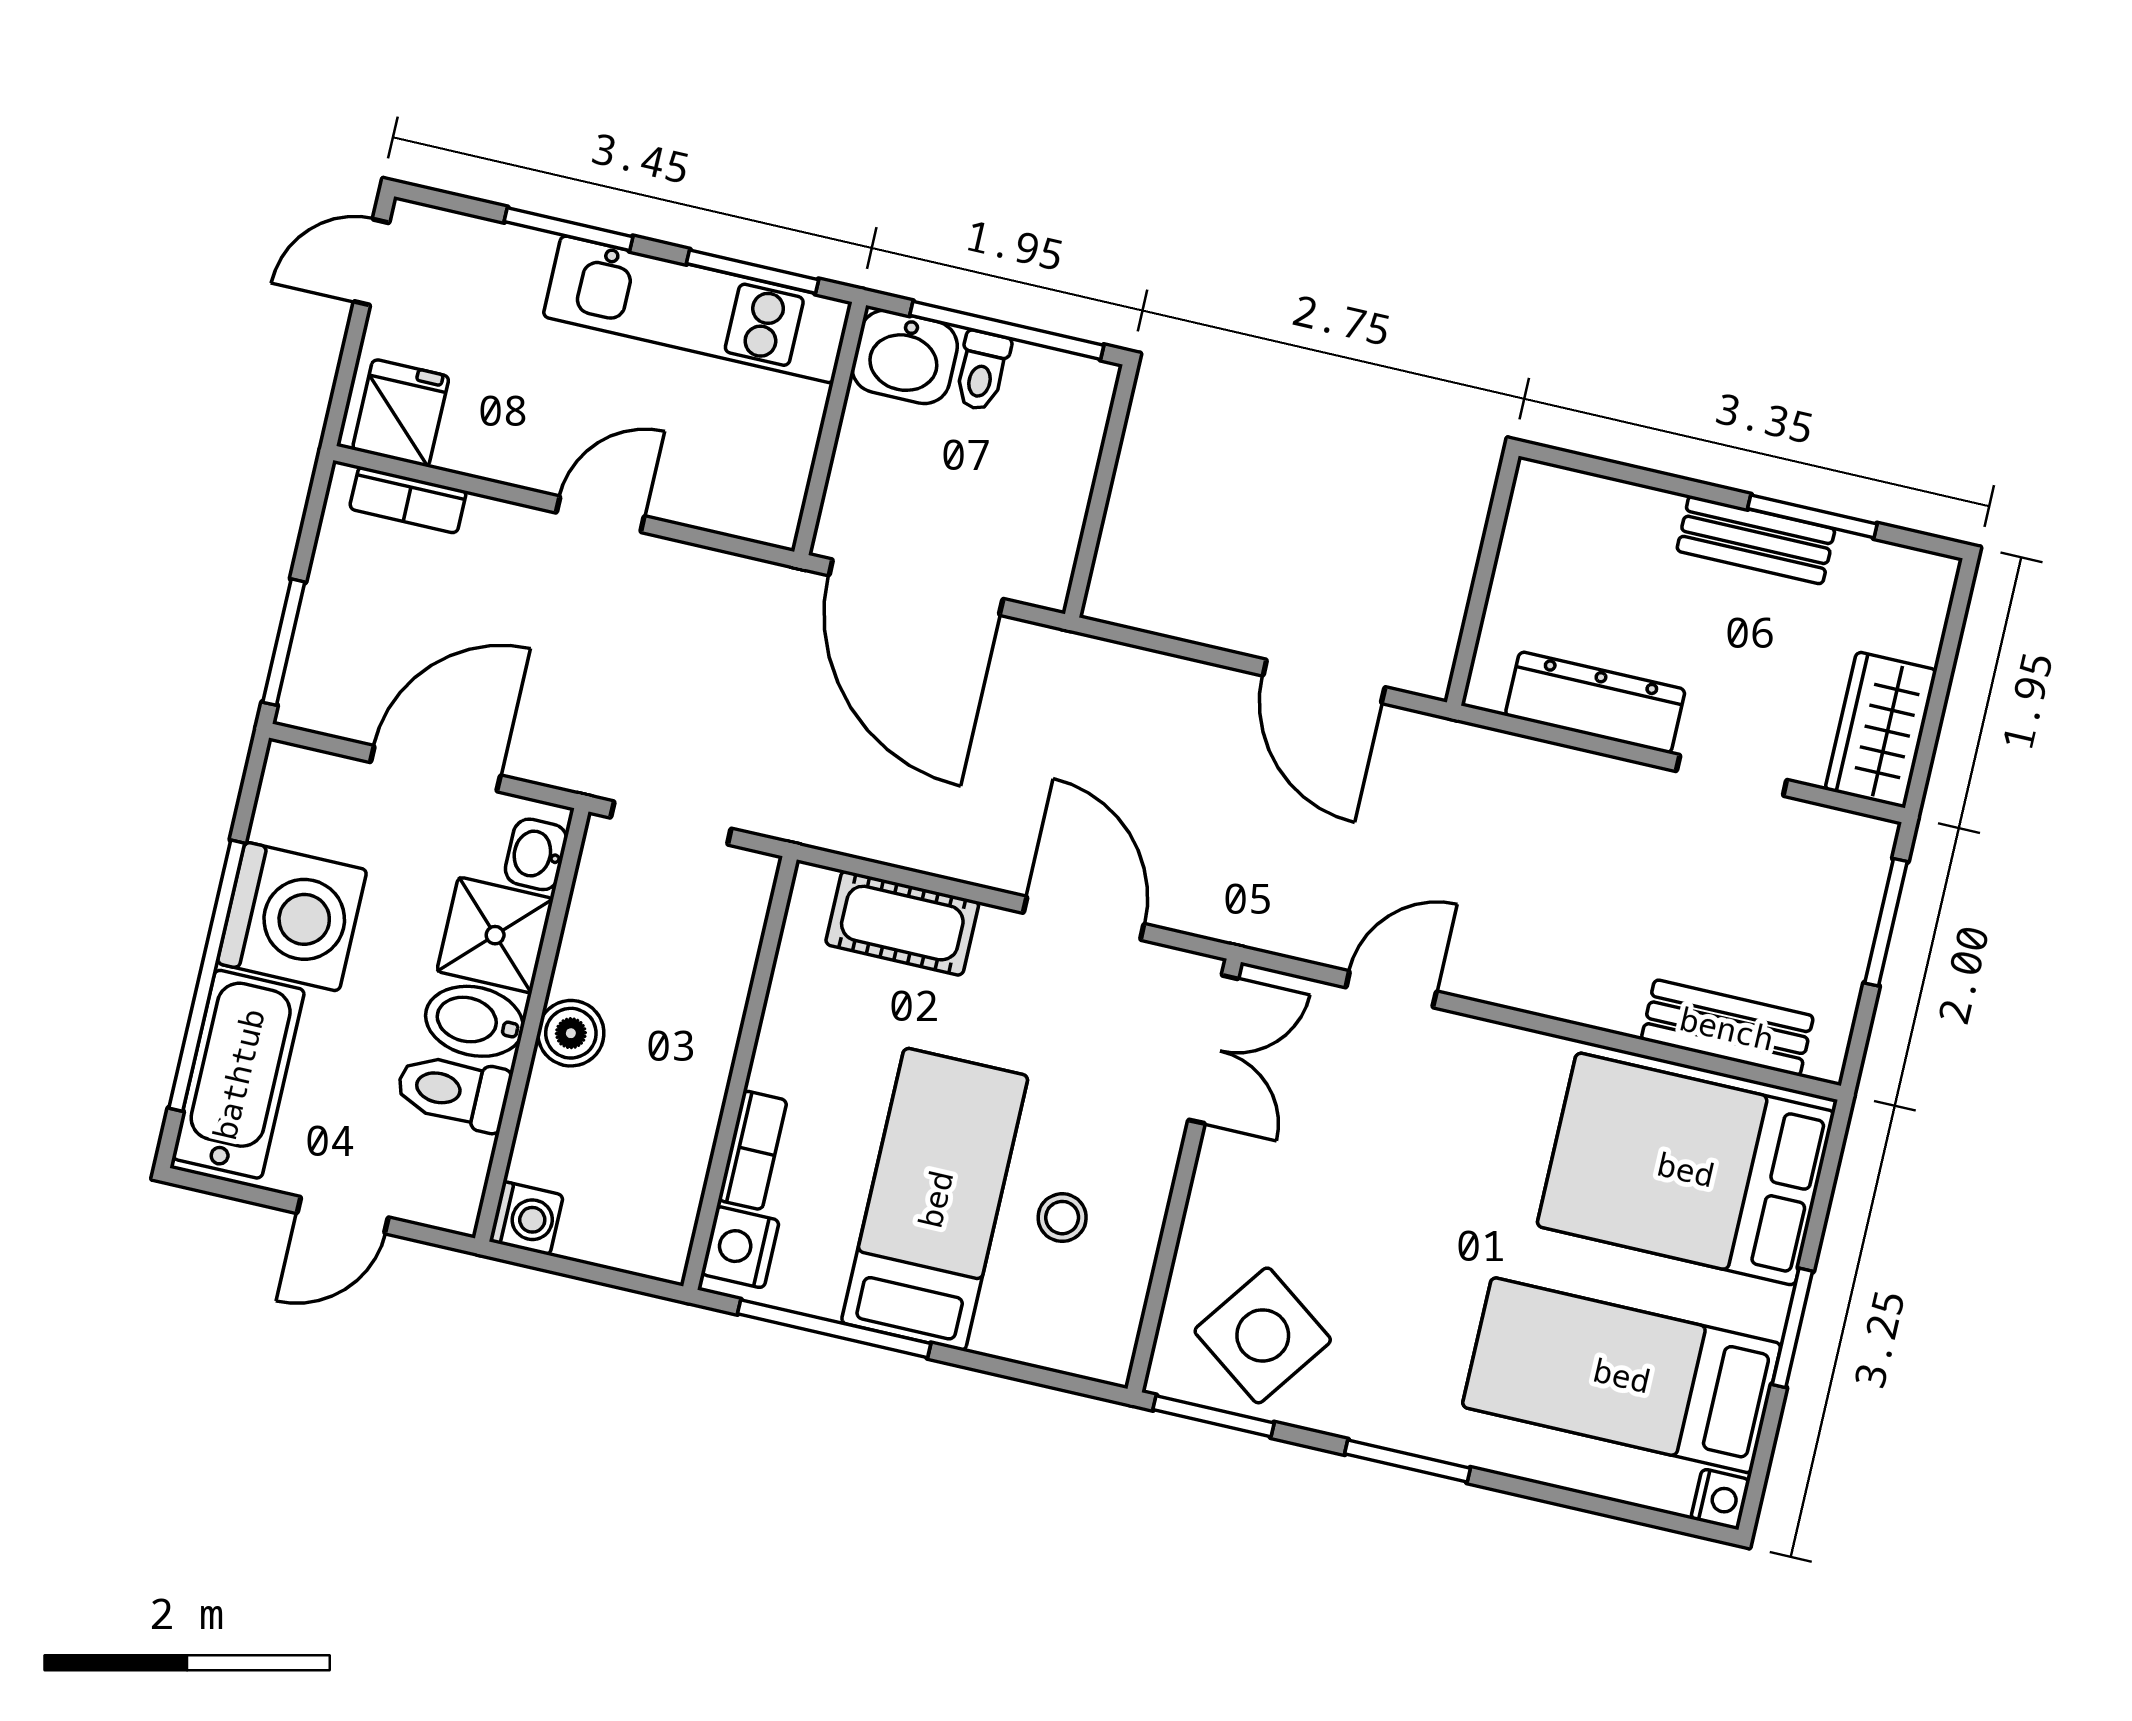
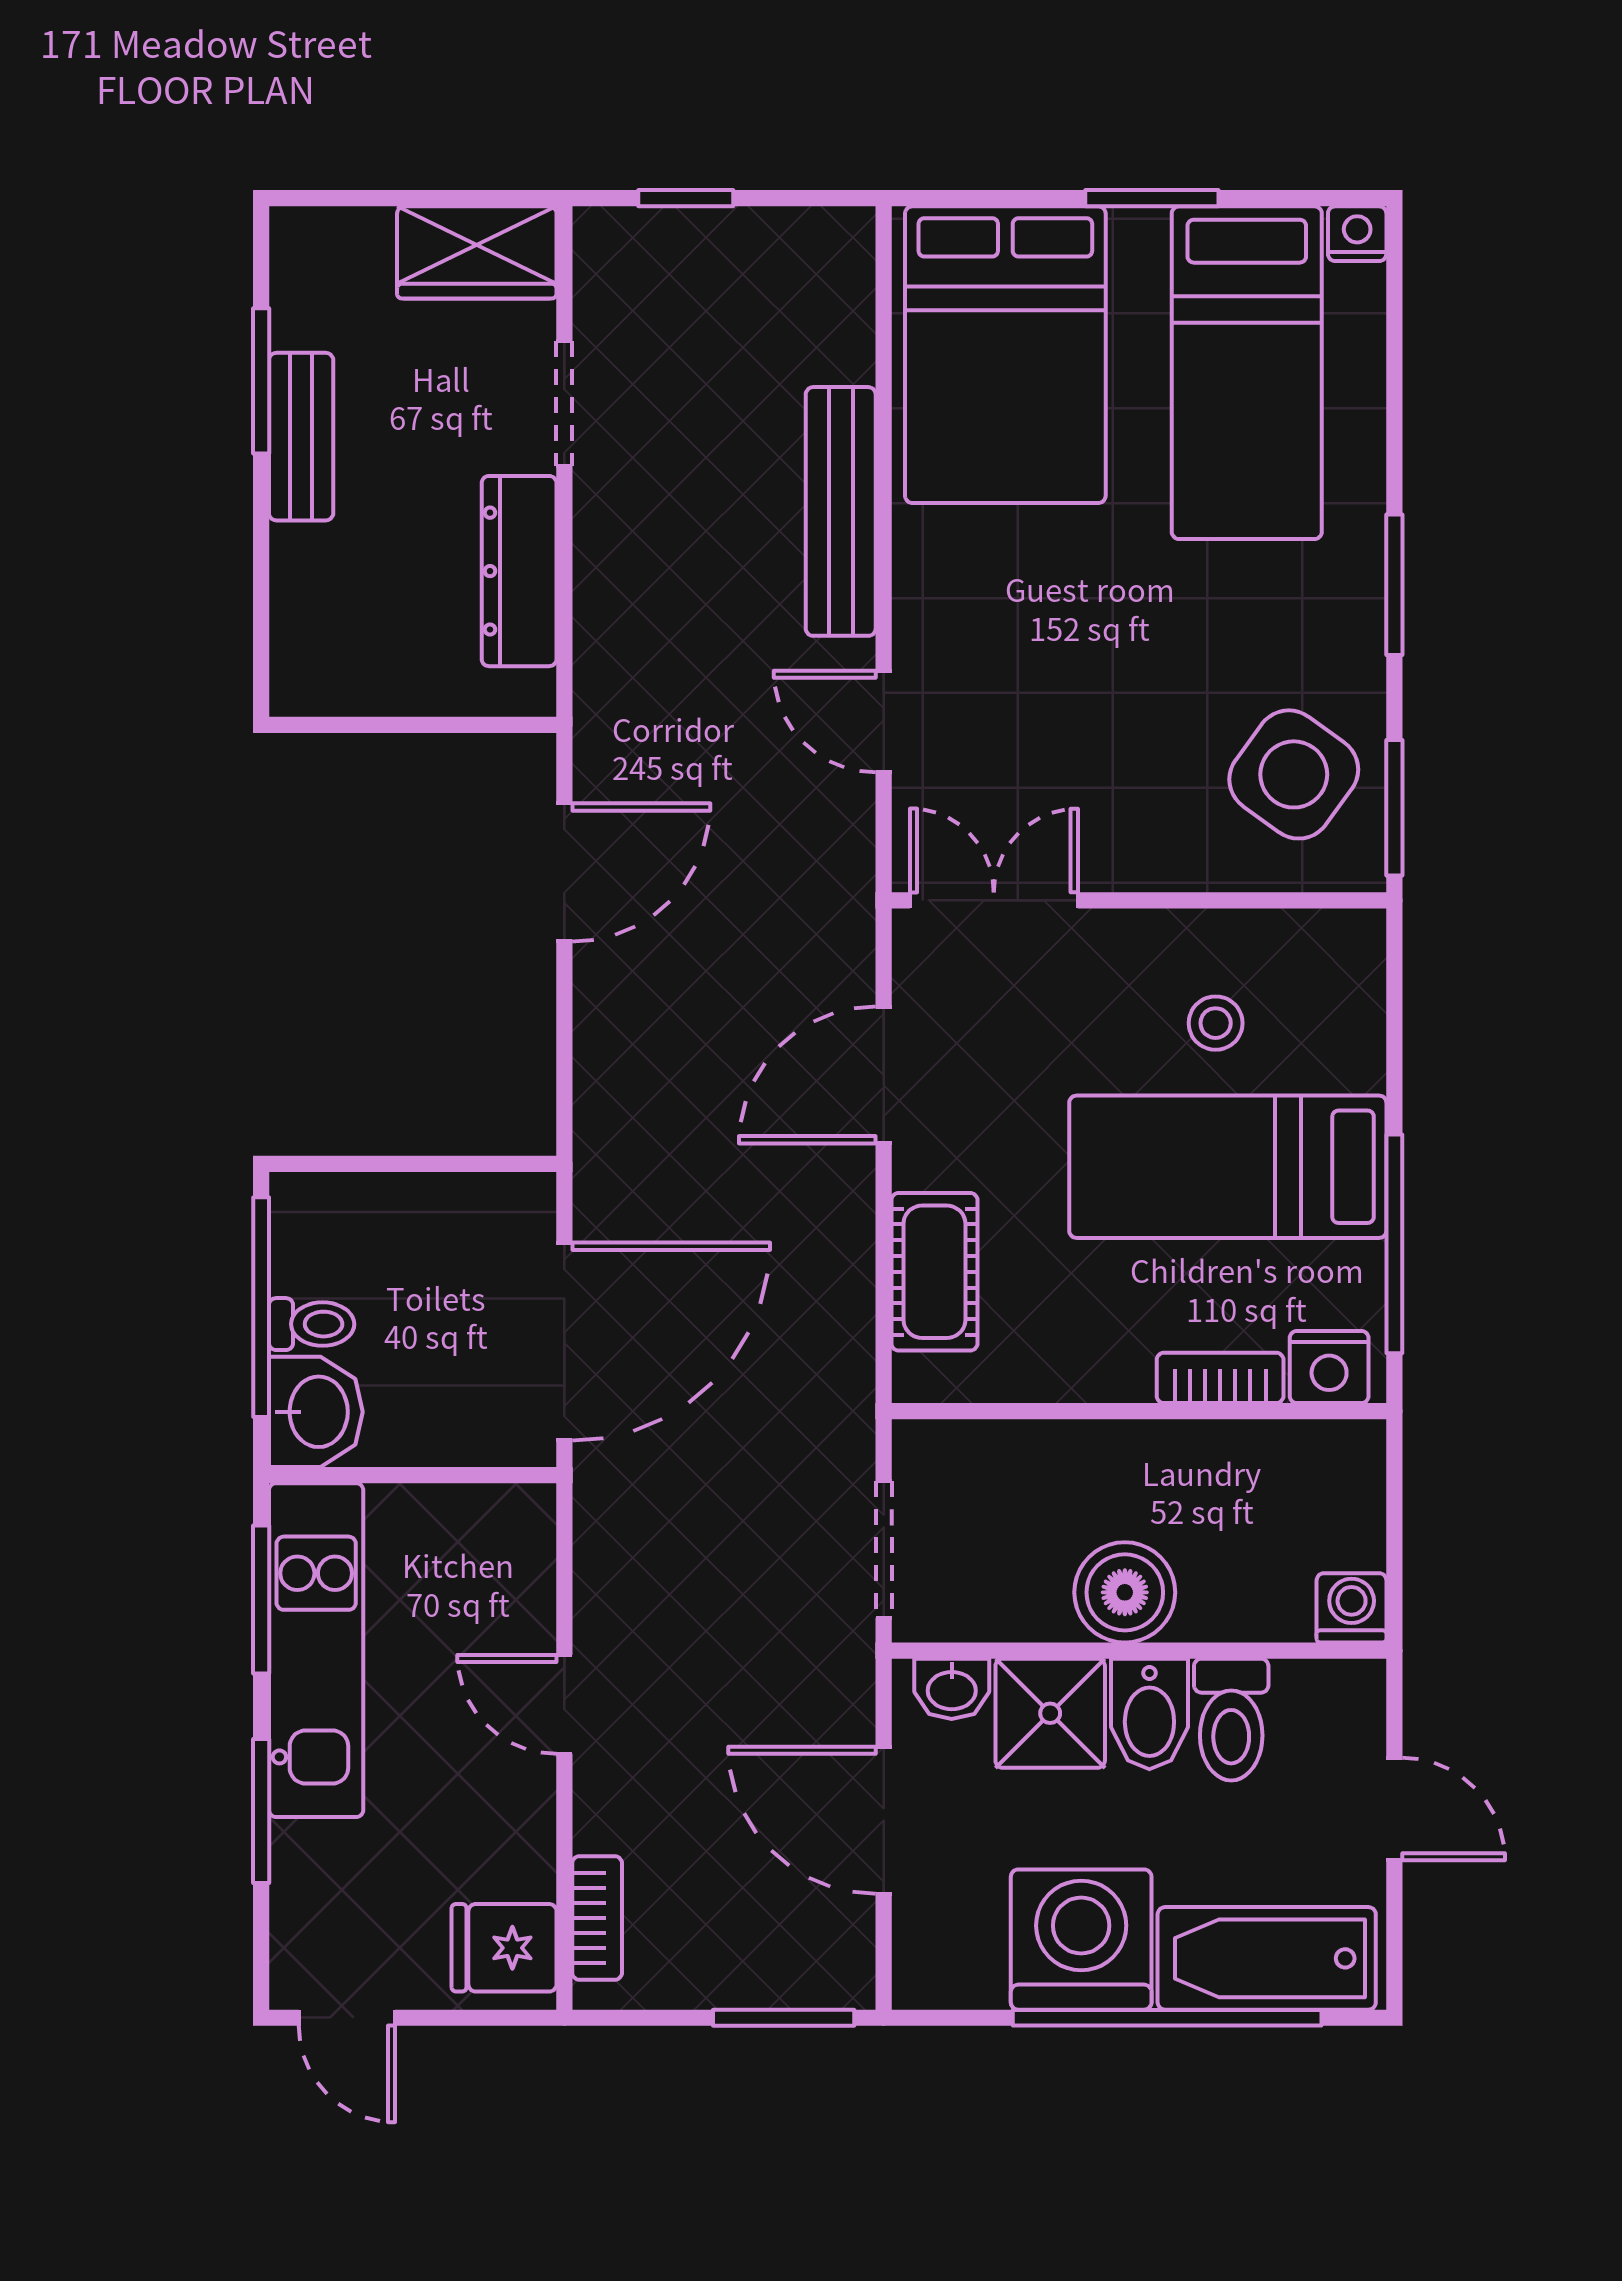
window: (1886, 922) -> (686, 198), width x0.67
bench: (1727, 1028) -> (841, 511), moved, width x1.36
boiler: (571, 1033) -> (1125, 1592), width x1.36, depth x1.36

